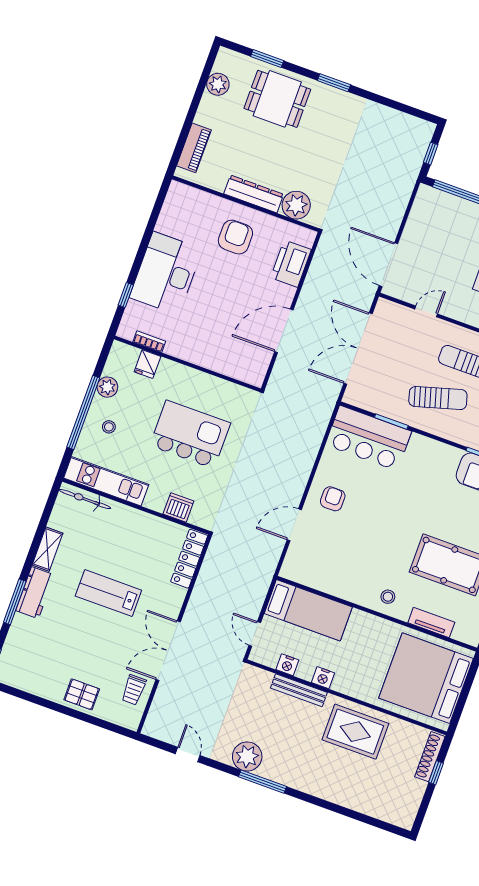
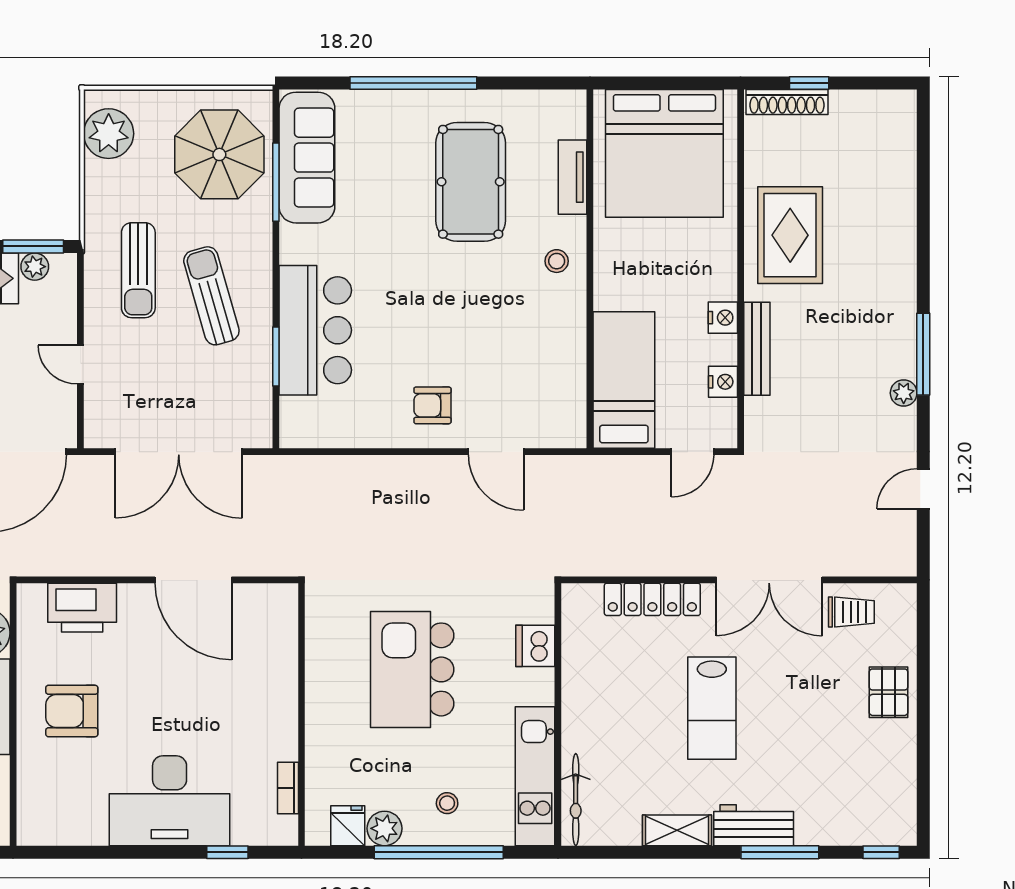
fridge: (147, 364) -> (348, 826), moved, turned -90
bar counter: (368, 438) -> (315, 330), moved
locker: (189, 559) -> (652, 599), moved
plant: (247, 756) -> (904, 393), width x0.53, depth x0.53

